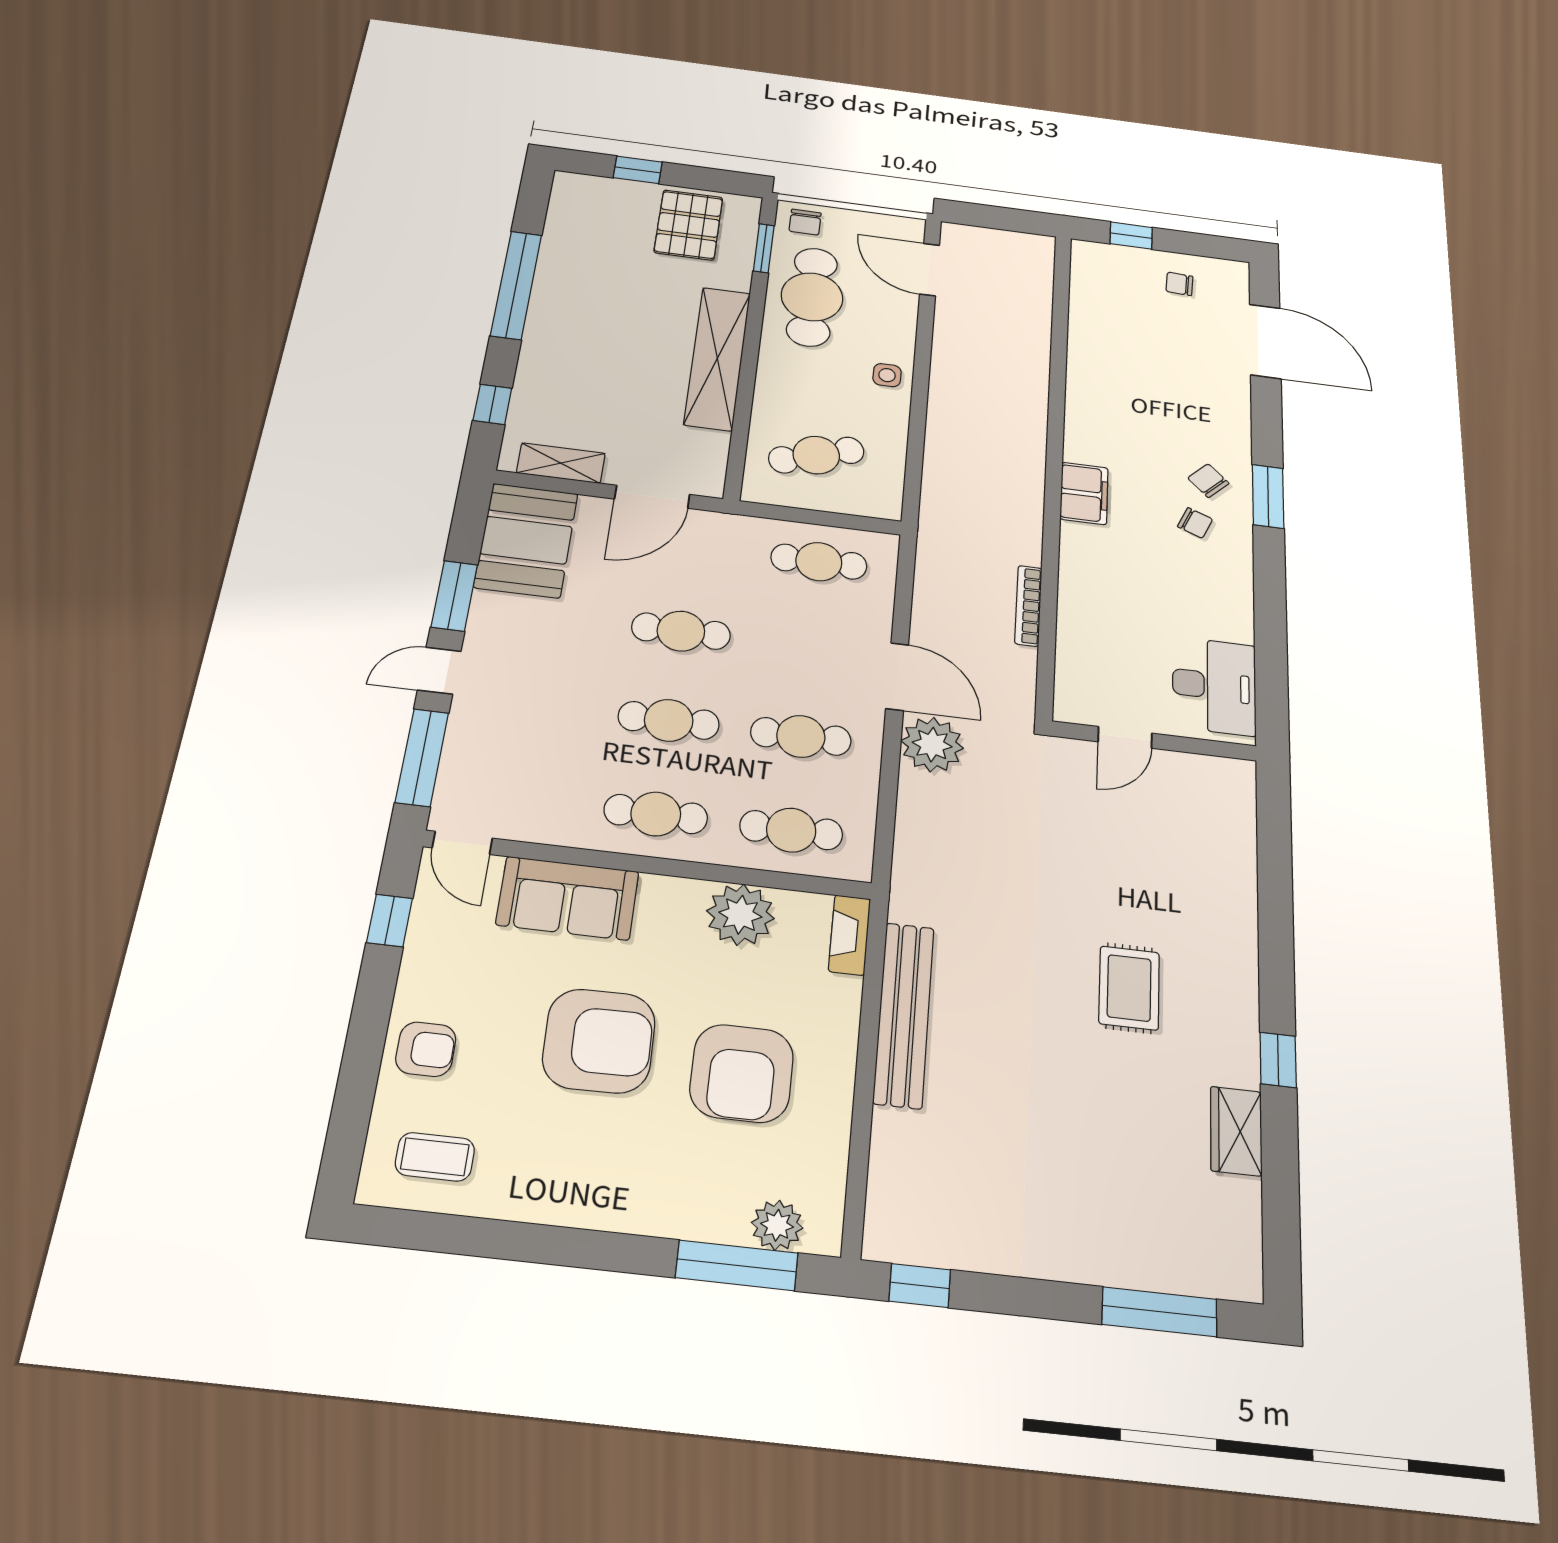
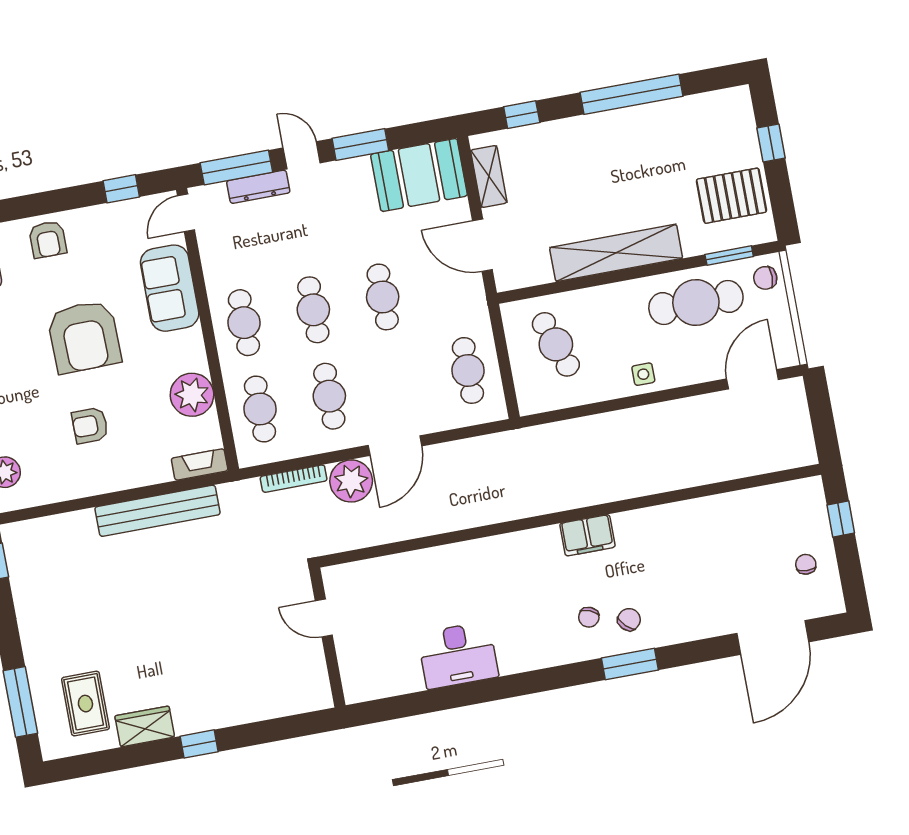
bookcase: (1028, 606) -> (294, 479), moved, turned 180
door: (1125, 737) -> (324, 618), moved
dresser: (462, 738) -> (258, 187), added
wall: (1154, 741) -> (327, 638), moved
rug: (1129, 988) -> (85, 704), moved, turned 90
armchair: (742, 1073) -> (90, 426), width x0.53, depth x0.53

